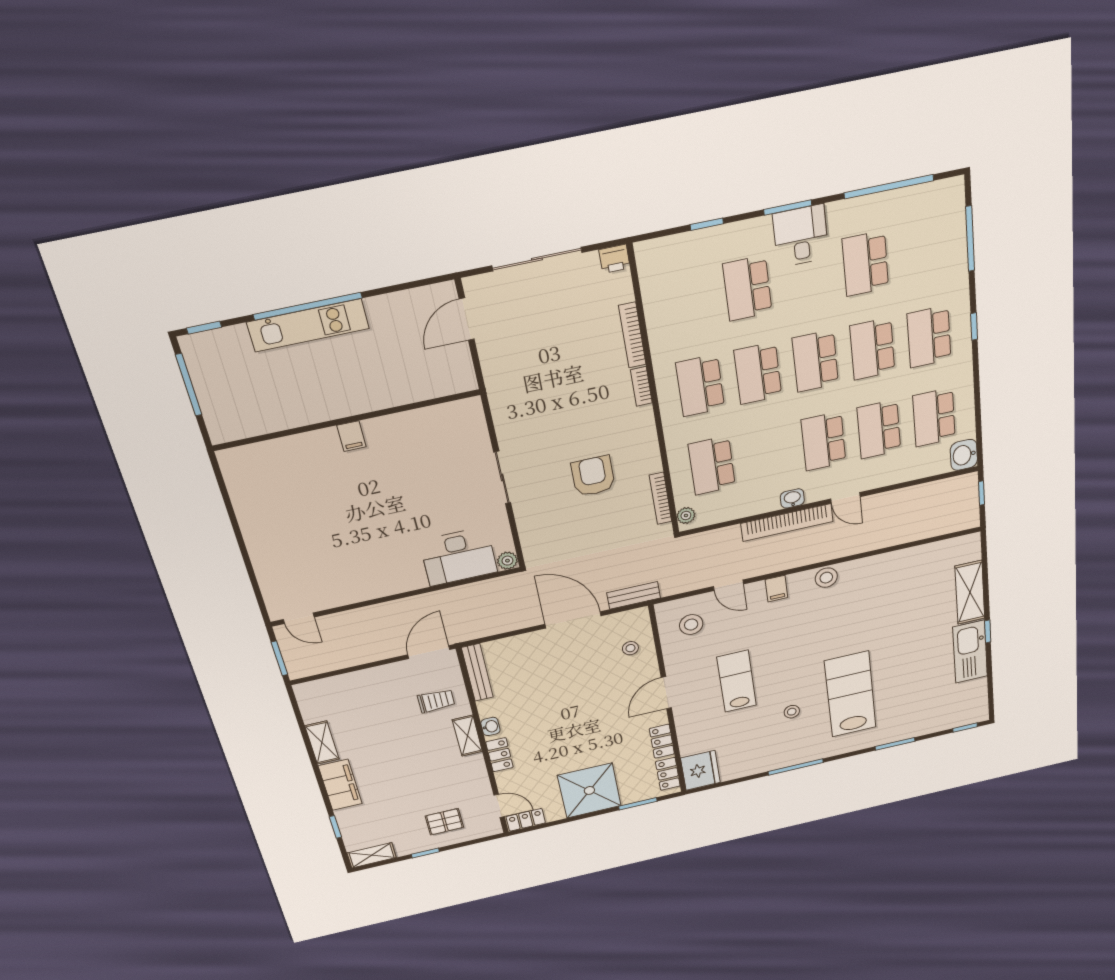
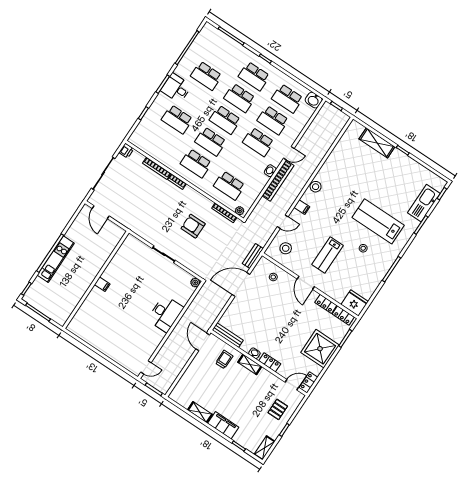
desk: (458, 556) -> (165, 314), moved
kitchen sink: (970, 652) -> (424, 203), moved, turned 90
lab bench: (737, 681) -> (327, 255), turned -90

